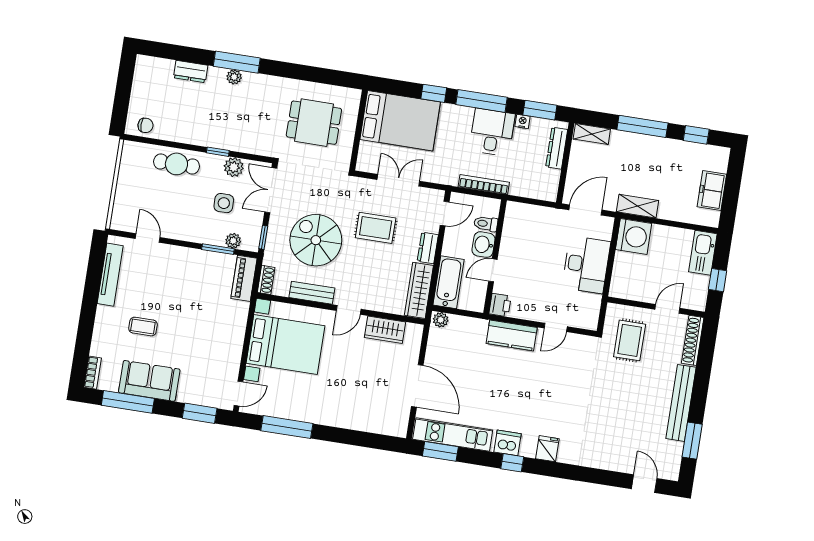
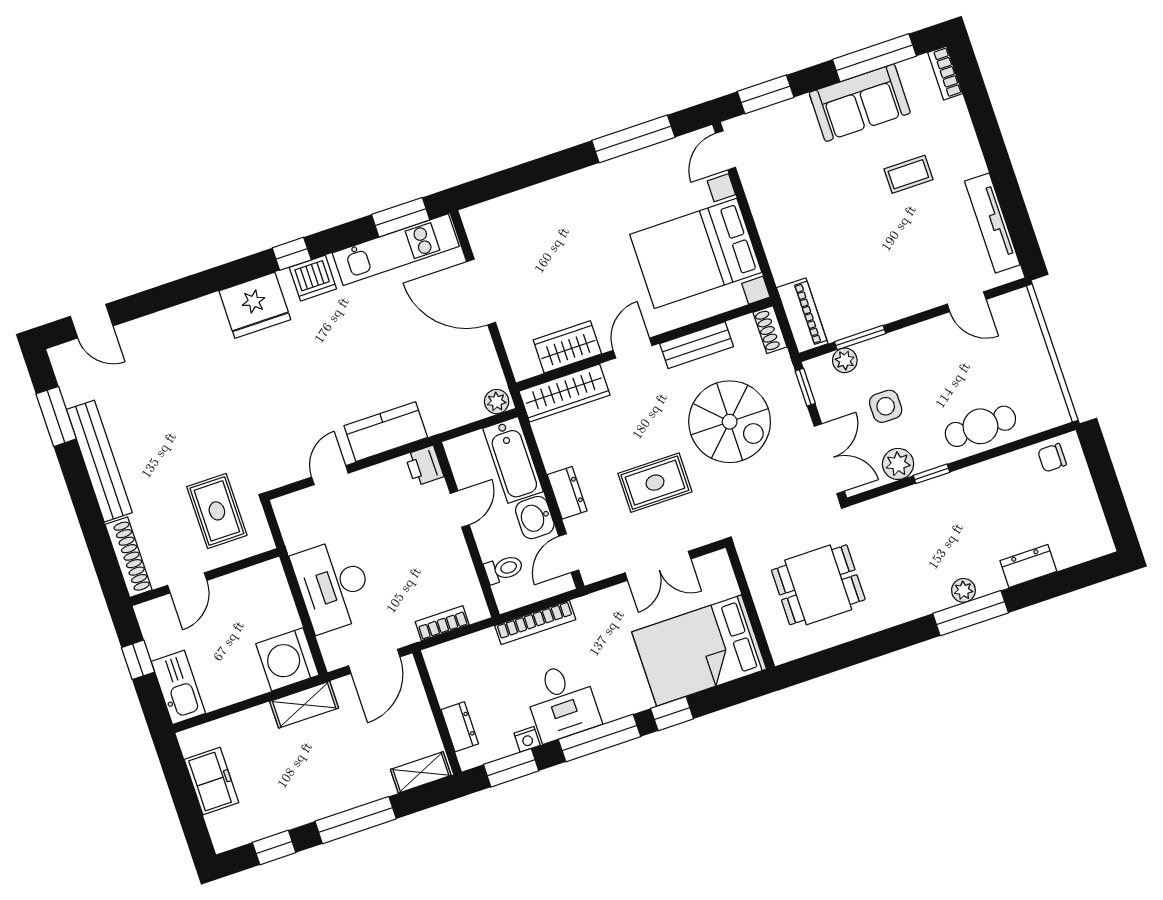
dresser: (557, 148) -> (460, 727), width x0.70
bookcase: (536, 211) -> (442, 623), added
washbasin: (483, 245) -> (535, 518), moved, turned 180
wardrobe: (419, 290) -> (565, 393), moved, turned 90
fridge: (547, 449) -> (255, 305), width x1.88, depth x1.34

